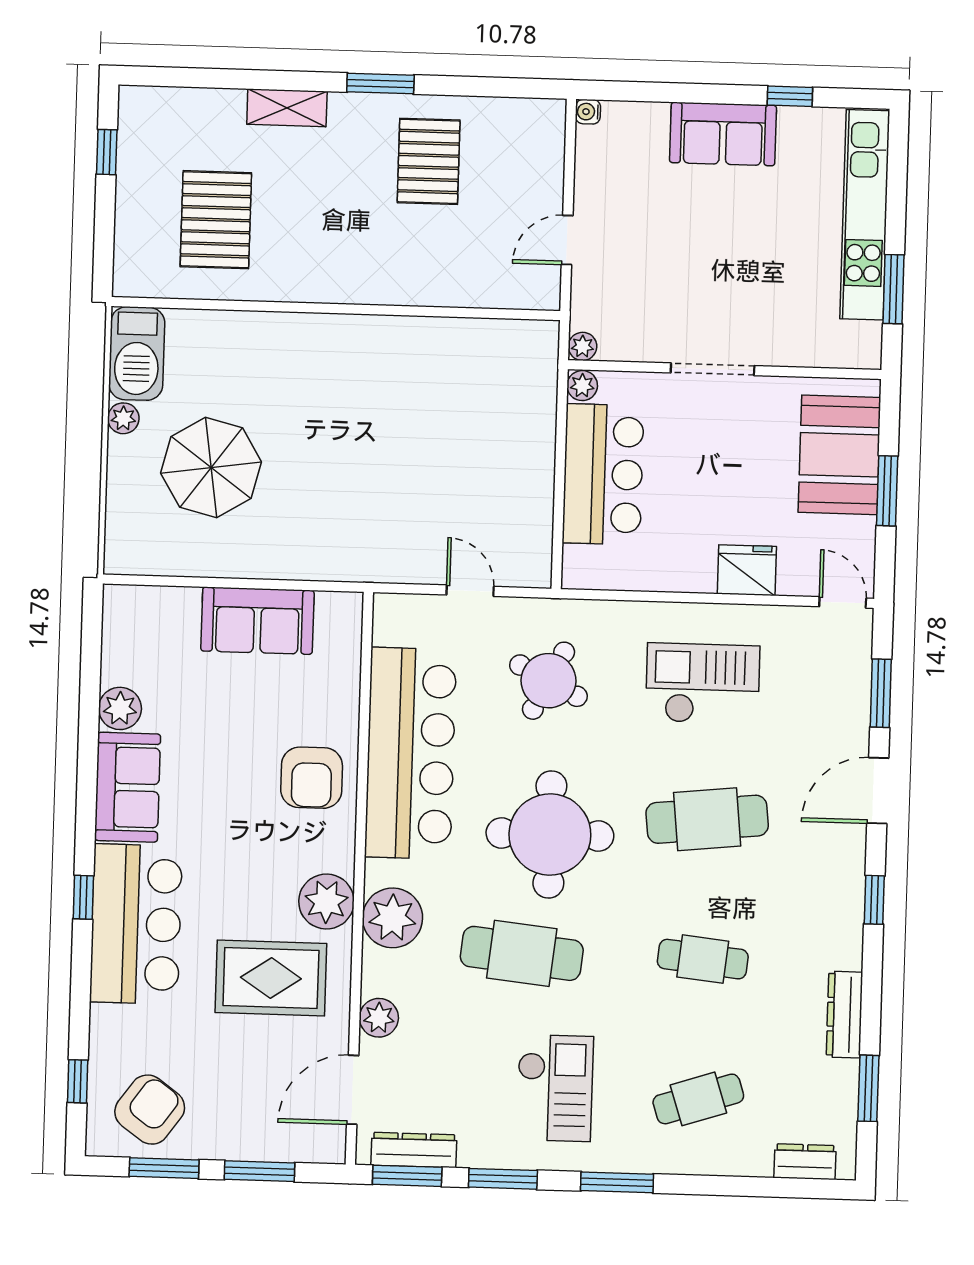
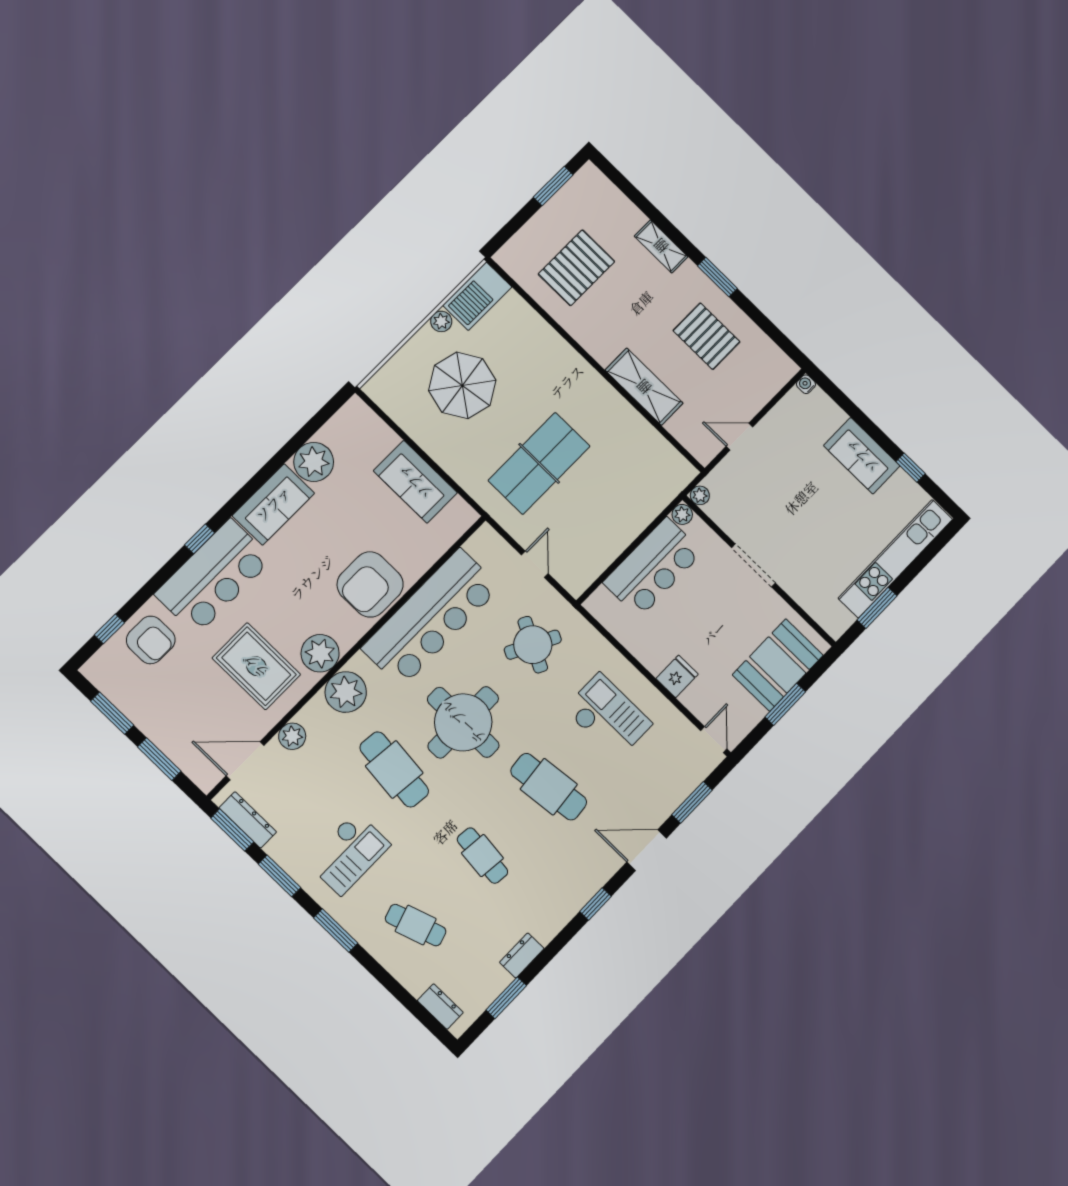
window: (107, 152) -> (553, 186), width x1.50
pallet: (429, 161) -> (706, 336), turned 90
shelving: (411, 283) -> (644, 387), added
table tennis table: (373, 475) -> (539, 463), added
fridge: (747, 570) -> (677, 676), width x0.72
plant: (120, 708) -> (314, 462), width x1.36, depth x1.36
armchair: (312, 778) -> (370, 584), width x1.36, depth x1.36
dresser: (844, 1015) -> (522, 955), width x0.70
armchair: (150, 1110) -> (151, 640), moved, turned 54

